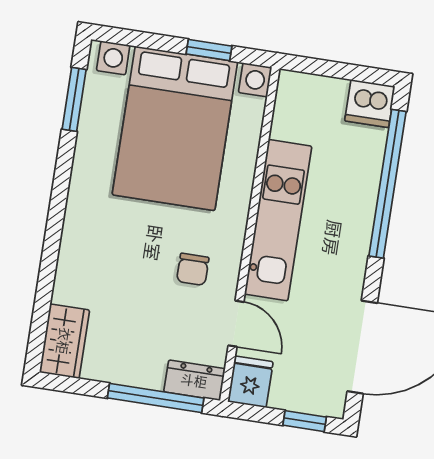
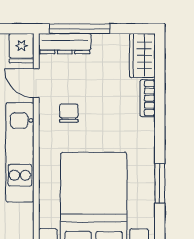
window: (74, 99) -> (160, 183), moved
bookcase: (66, 274) -> (148, 98), added
dresser: (194, 380) -> (65, 44), width x1.44

